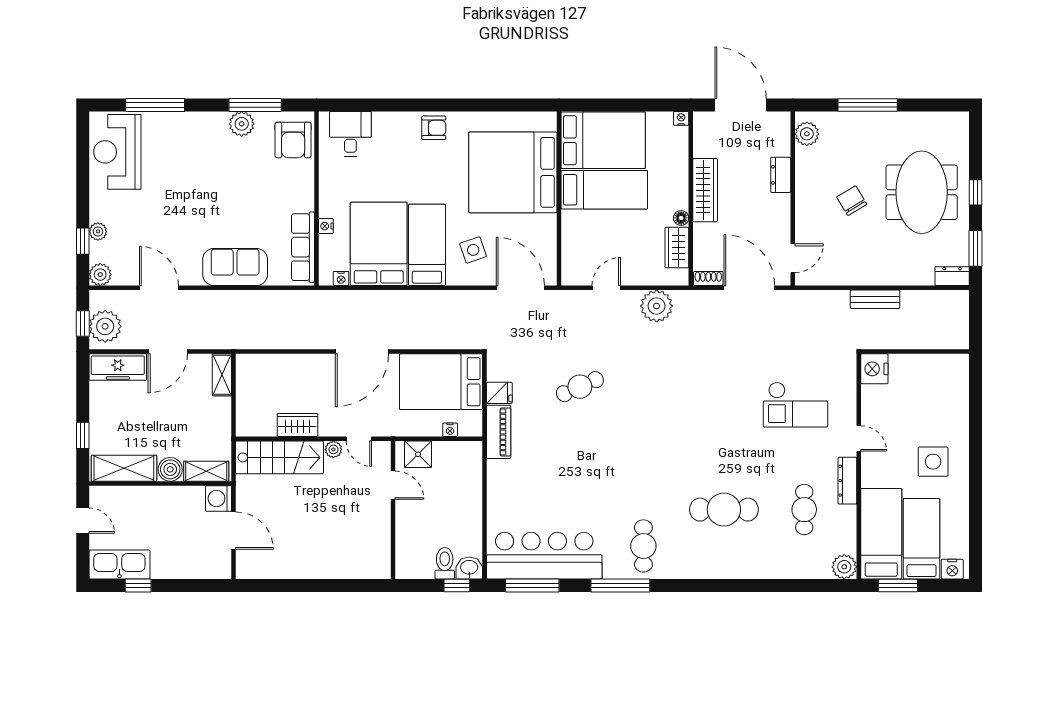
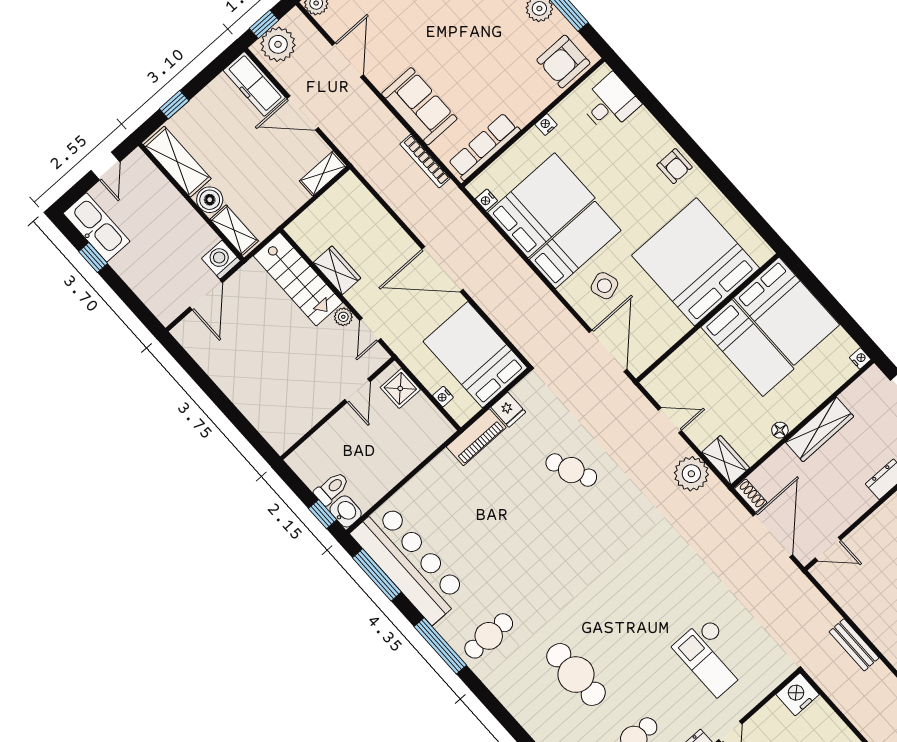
nightstand: (326, 226) -> (546, 125), moved
wardrobe: (677, 248) -> (726, 460), moved, turned 90
bookcase: (276, 297) -> (425, 161), added

